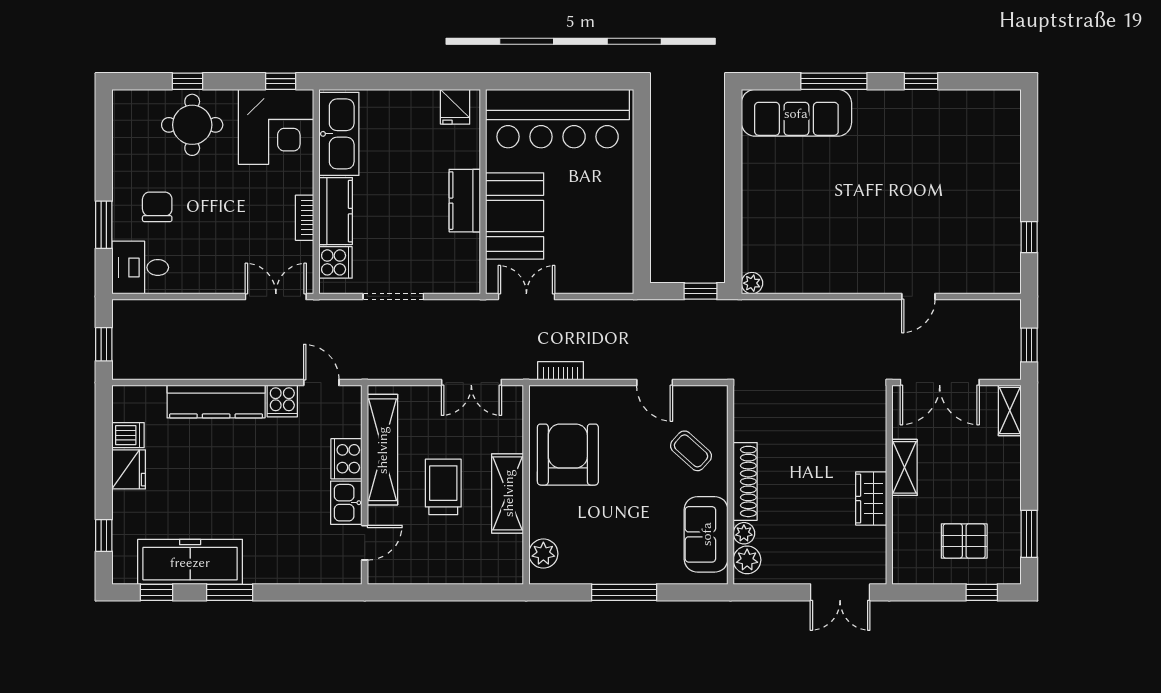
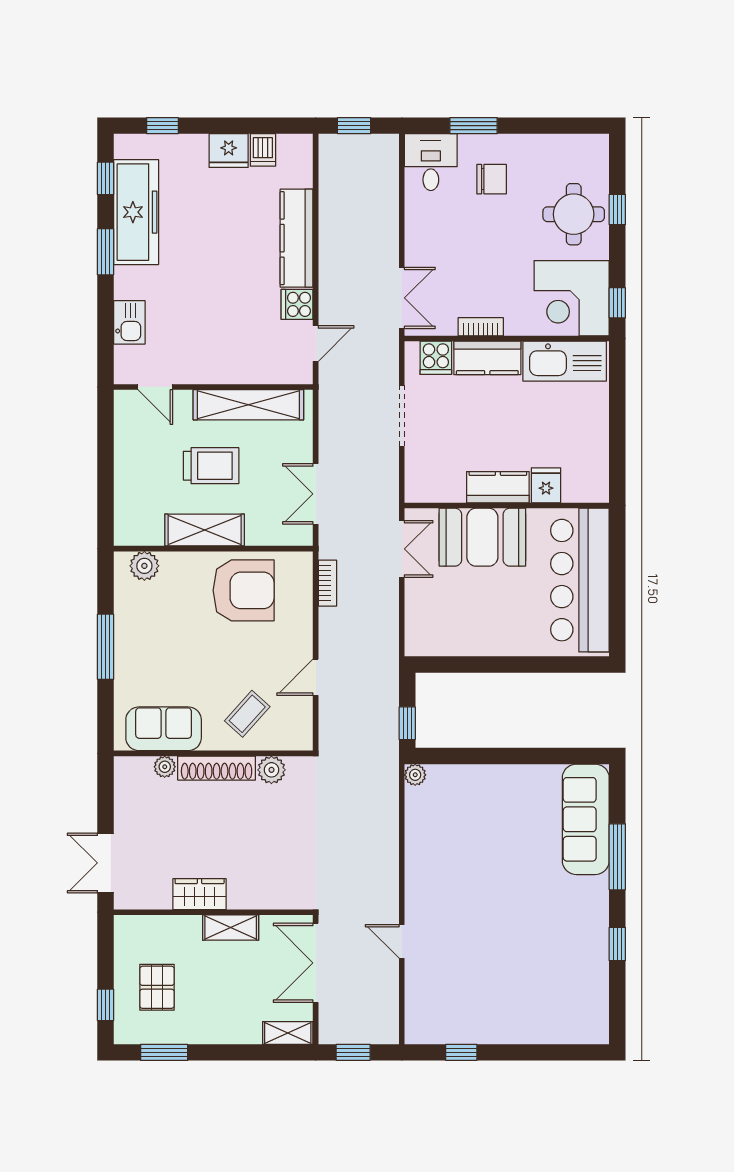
fridge: (455, 107) -> (546, 485), moved, turned 90
cooker: (346, 459) -> (239, 369), removed
kitchen sink: (346, 503) -> (129, 322), moved, turned 90
plant: (747, 560) -> (271, 770), moved

